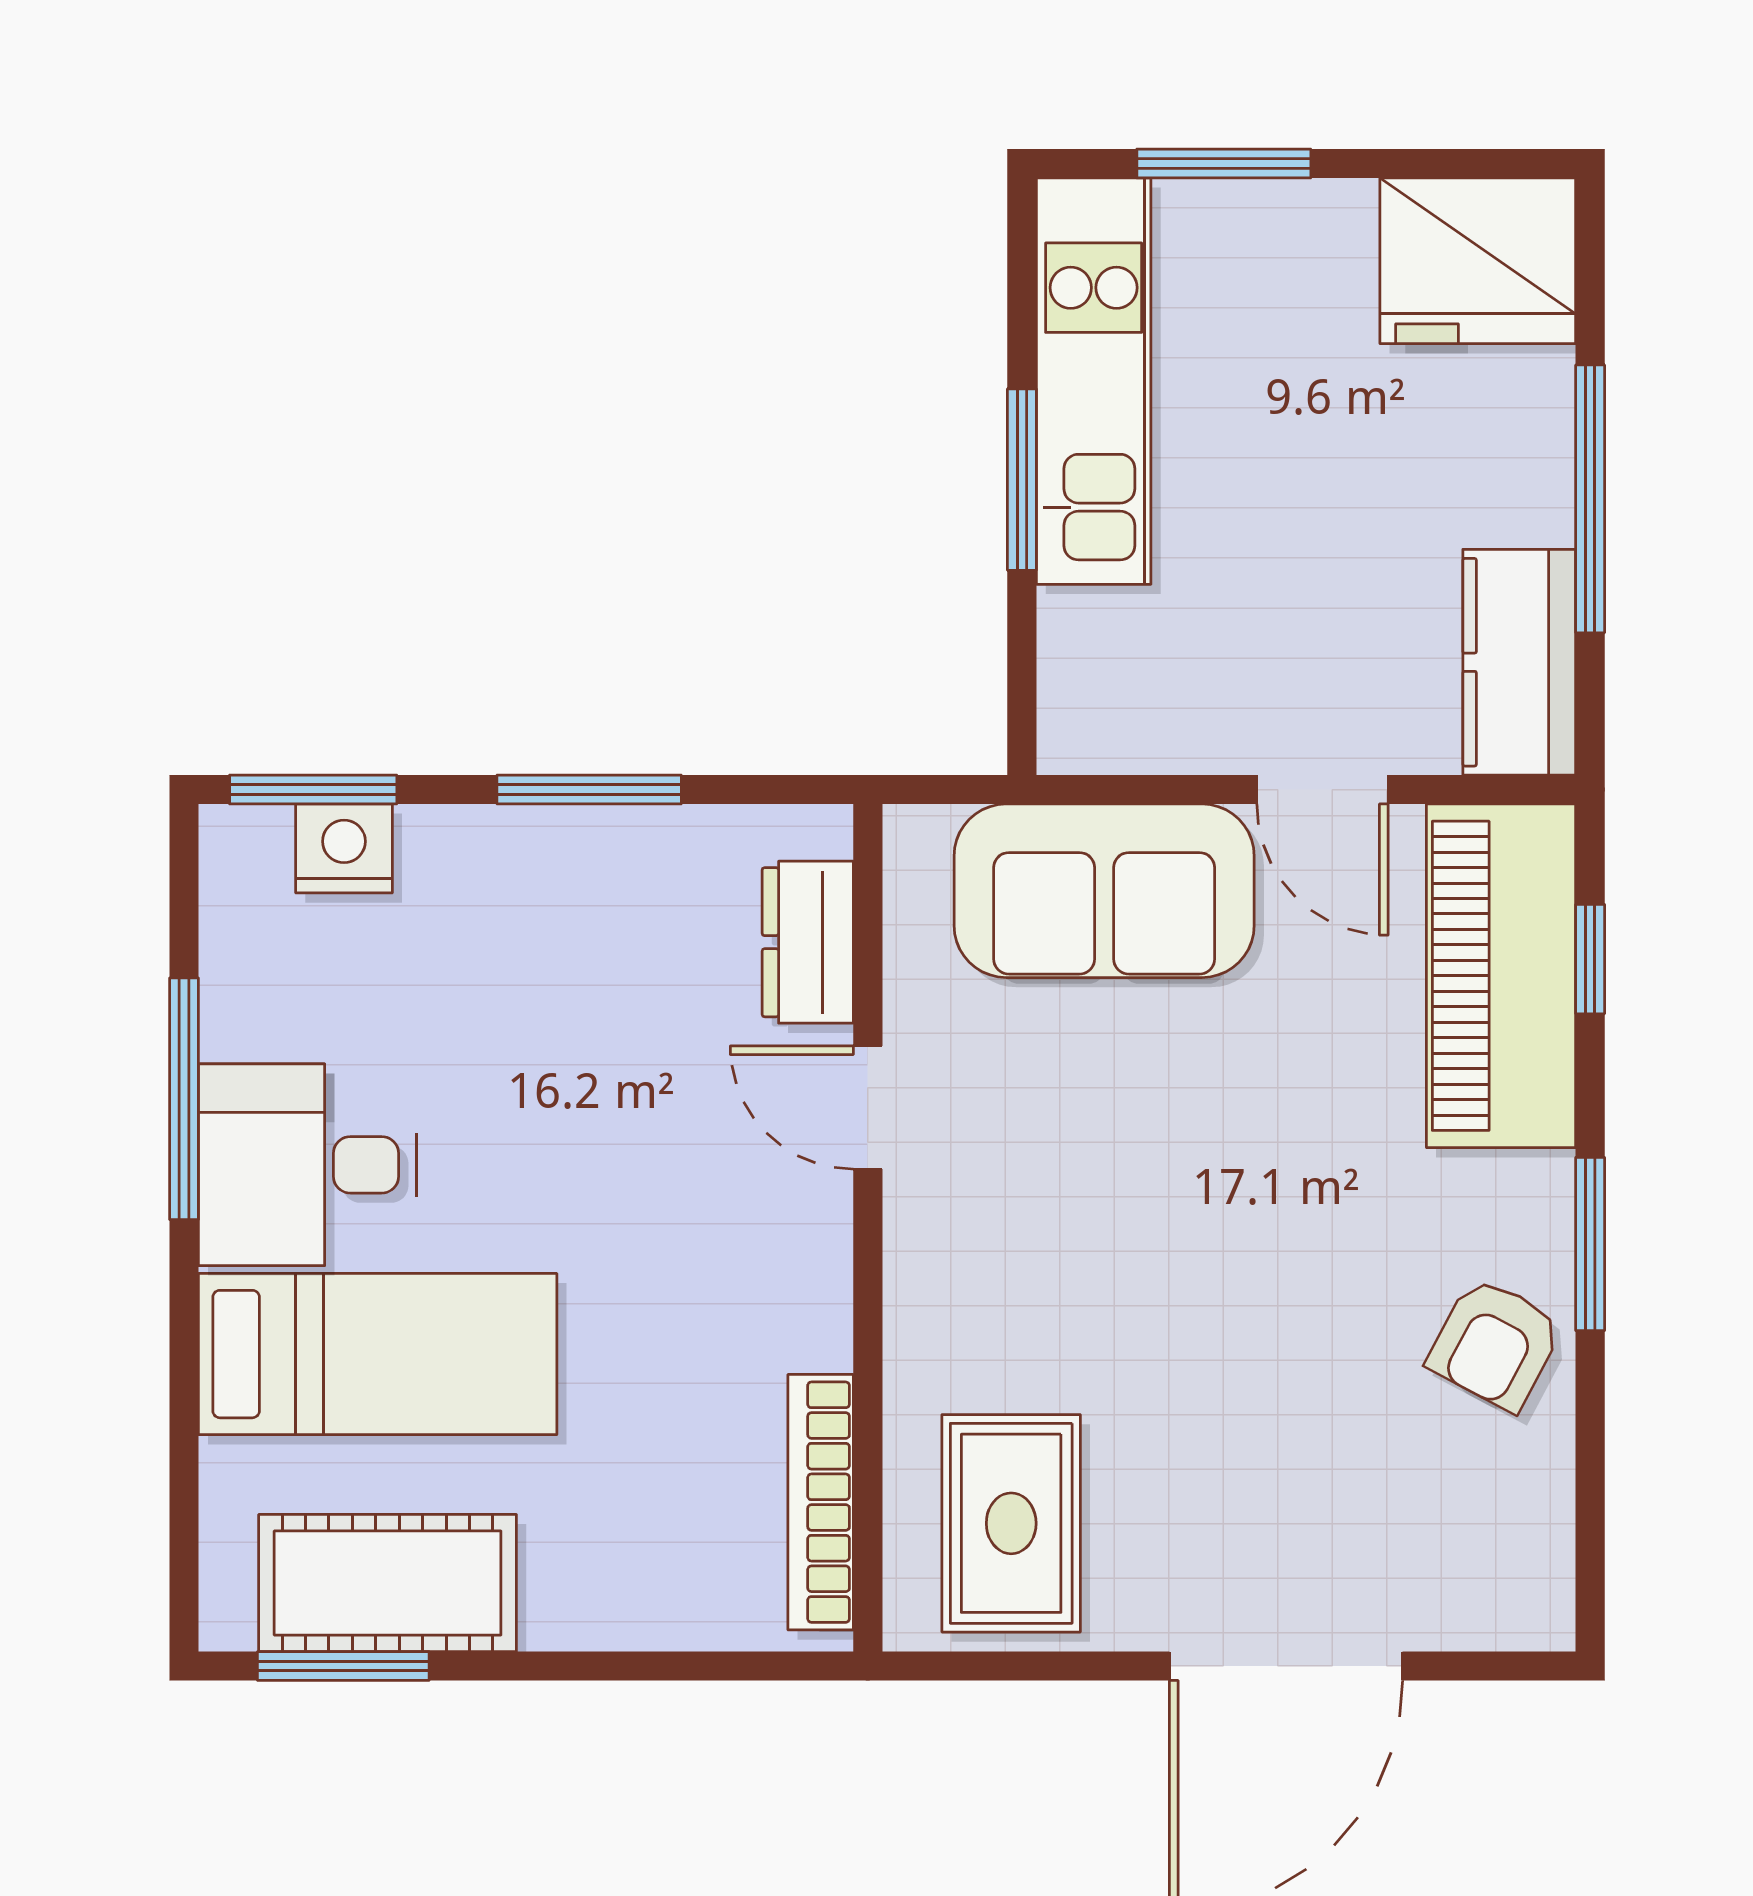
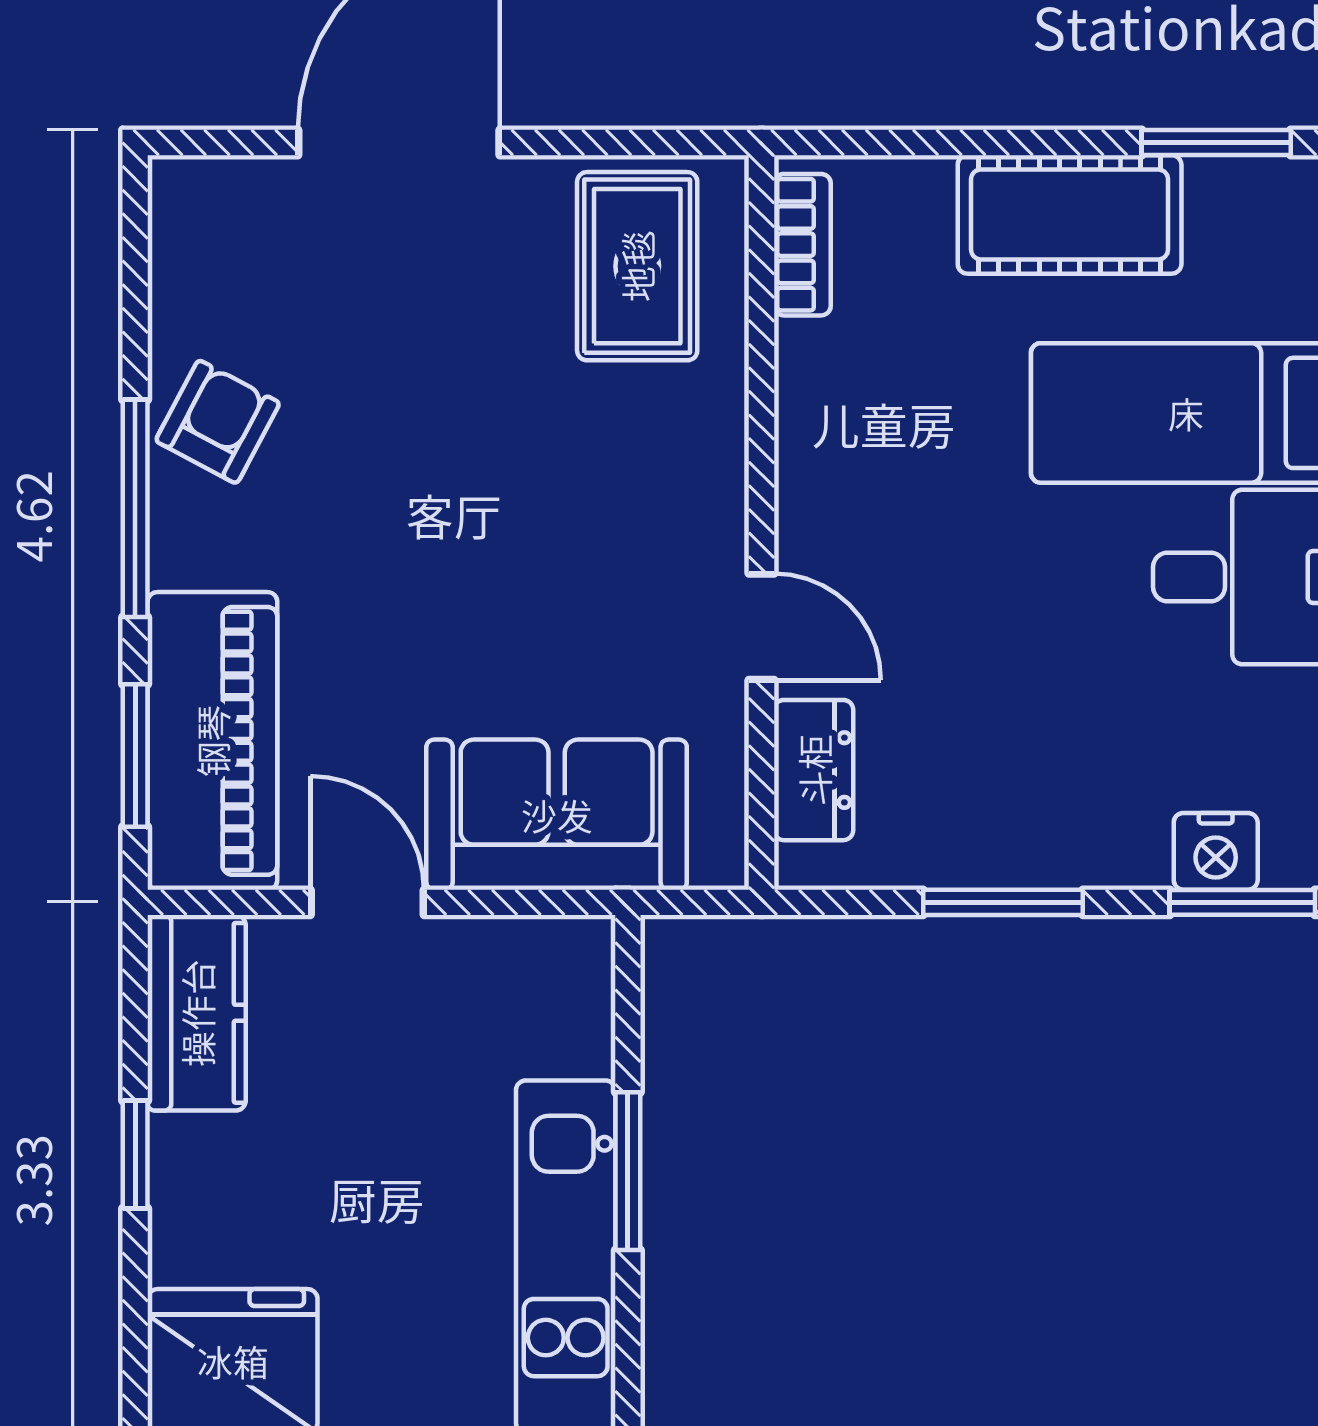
window: (1590, 499) -> (135, 1154), width x0.46
window: (1590, 959) -> (135, 755), width x1.50
window: (1590, 1244) -> (135, 508), width x1.44
bookcase: (821, 1502) -> (802, 245), width x0.64
cot: (388, 1583) -> (1070, 214), moved

